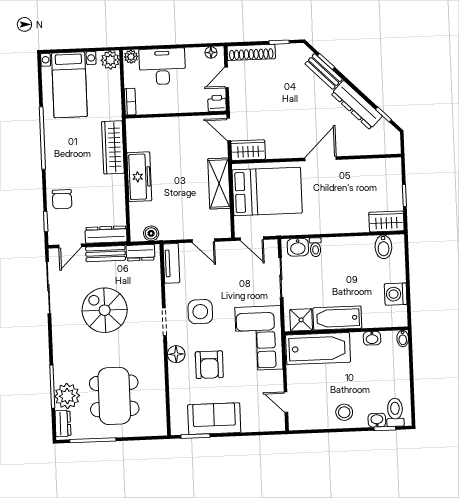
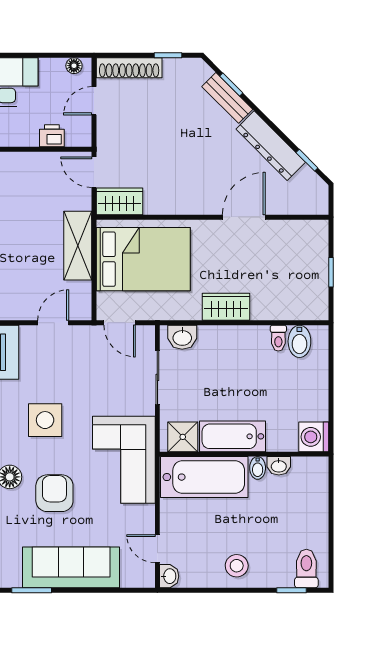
printer: (217, 103) -> (52, 136), moved
door: (321, 159) -> (244, 217), moved
wardrobe: (386, 221) -> (226, 307), moved
door: (203, 240) -> (53, 323), swing flipped
toilet: (315, 247) -> (278, 338), moved
washing machine: (396, 294) -> (314, 437), moved
bidet: (403, 338) -> (258, 468), moved
armchair: (209, 365) -> (54, 493), turned 180
sofa: (214, 419) -> (71, 567), width x1.36
washbasin: (377, 420) -> (169, 576), moved, turned 90

